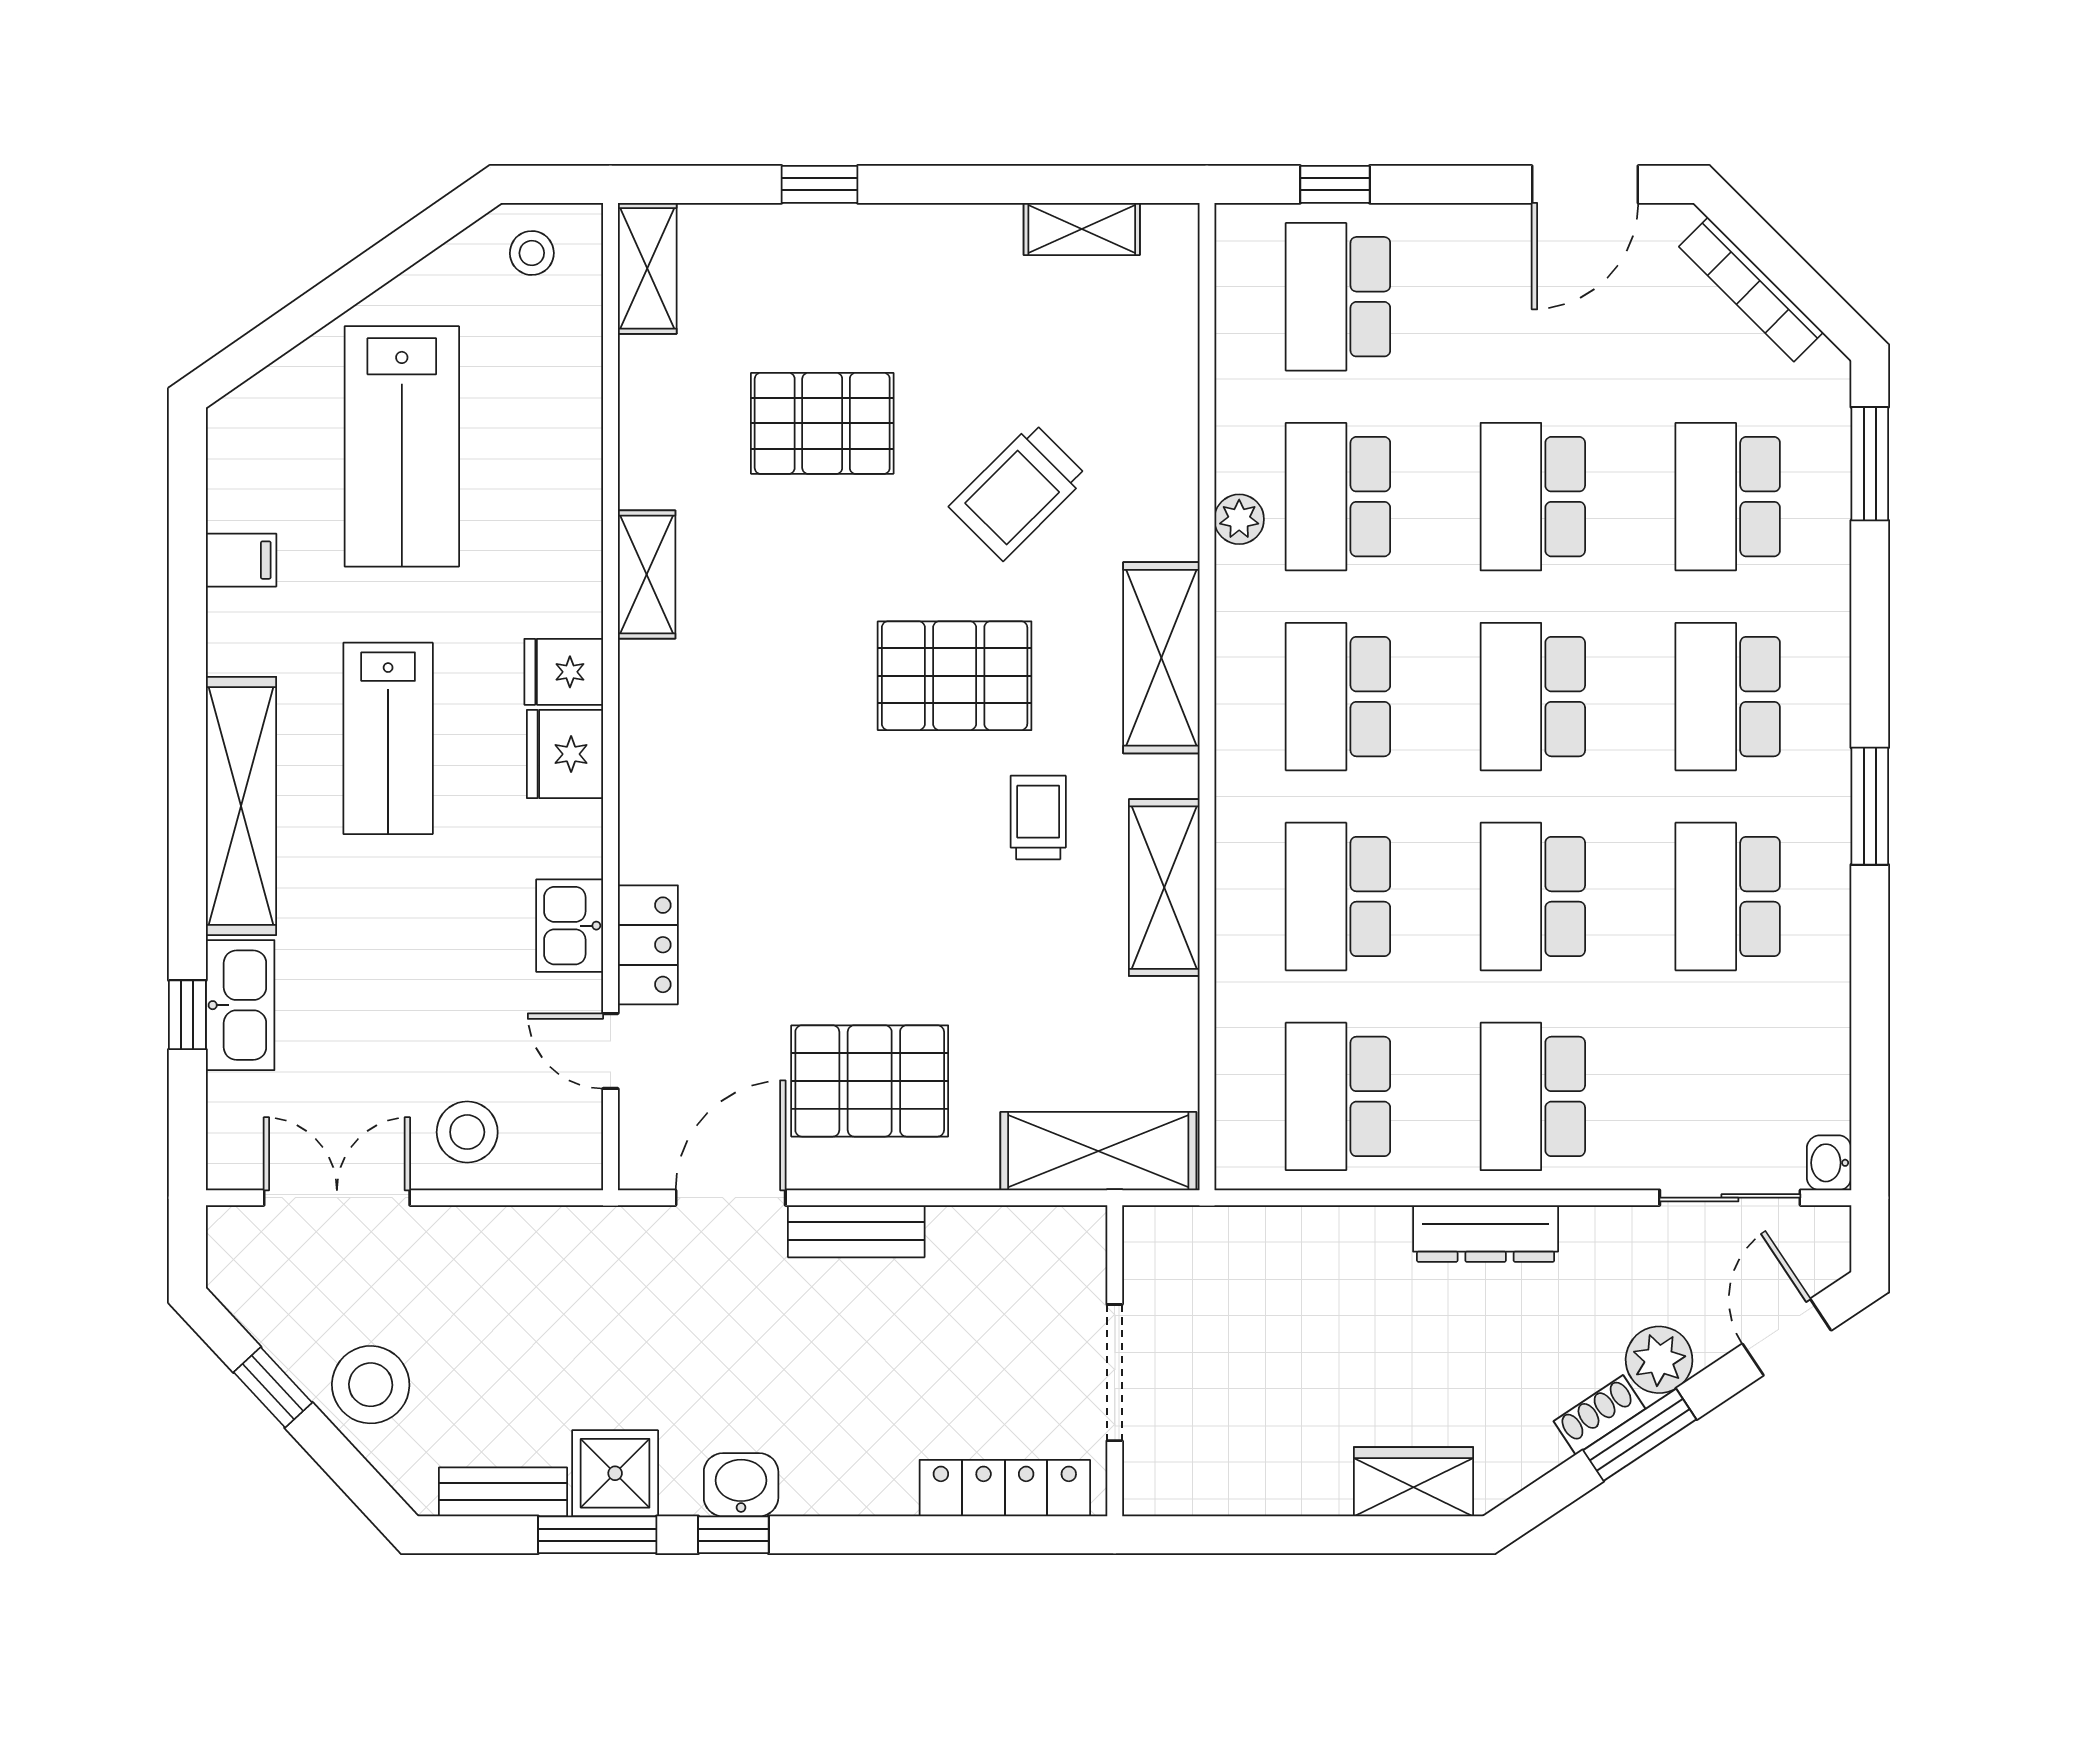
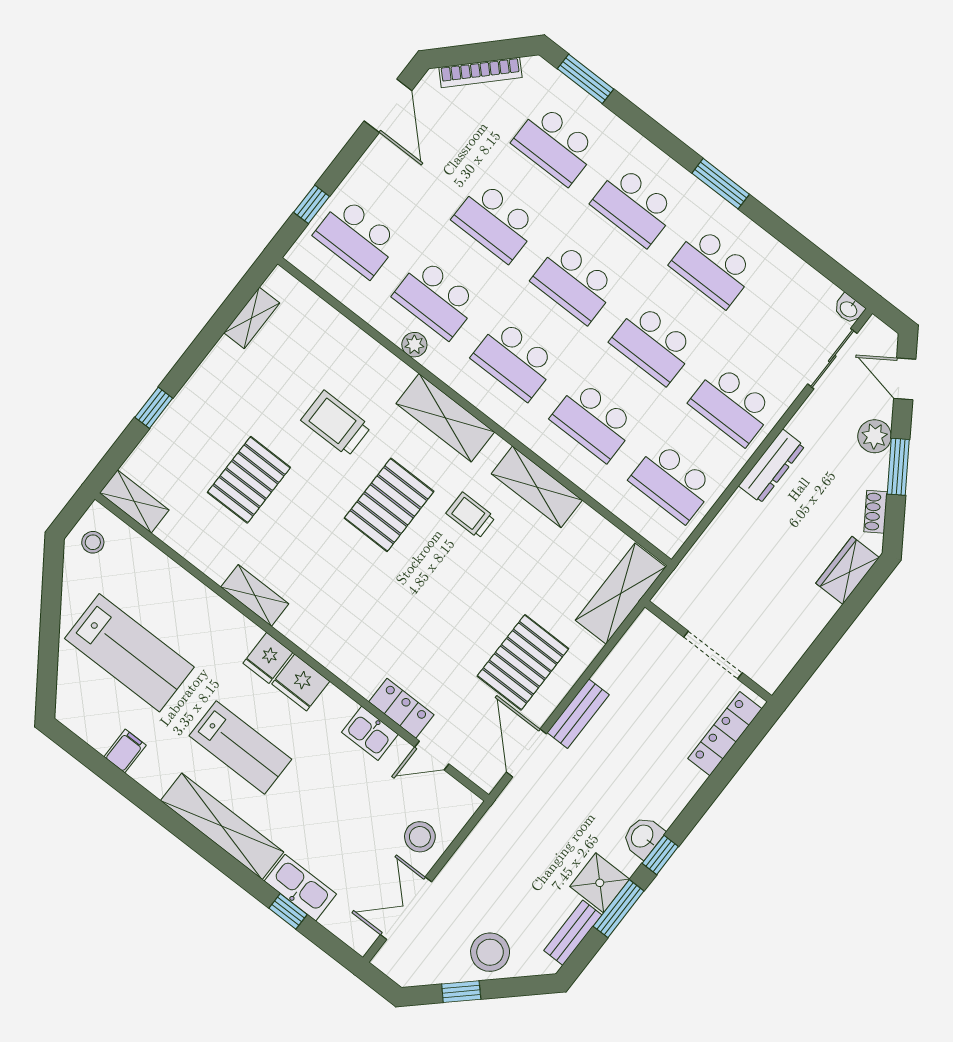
trolley: (1018, 492) -> (336, 423), turned 135
shoe rack: (1599, 1415) -> (875, 512), moved

